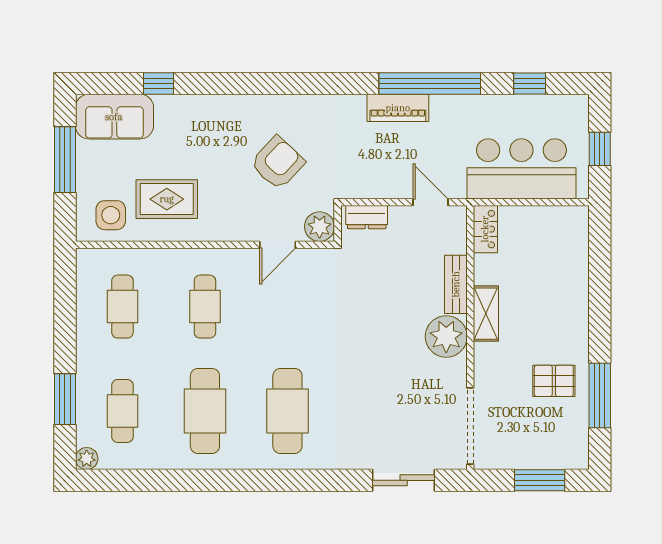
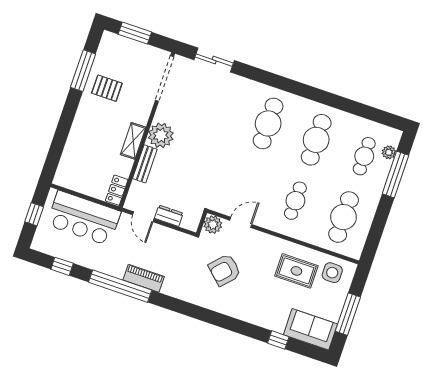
dresser: (367, 217) -> (169, 216), moved
cafe table: (122, 307) -> (344, 217), width x1.37, depth x1.35
window: (65, 399) -> (395, 175), width x1.44
plant: (87, 459) -> (389, 152), moved

